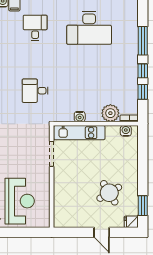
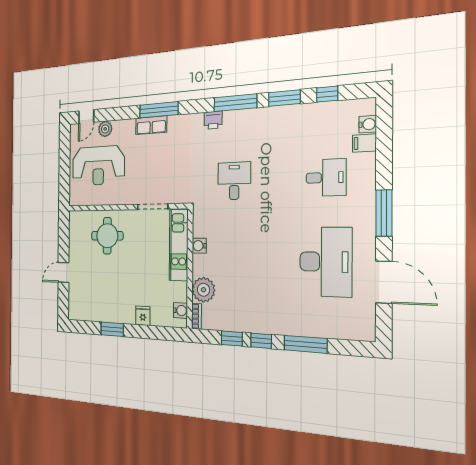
desk: (89, 28) -> (326, 262), turned 180
round table: (109, 193) -> (107, 236), moved, turned 31
window: (143, 206) -> (112, 329), moved
fridge: (131, 222) -> (143, 316), moved

